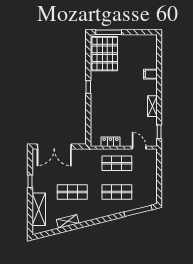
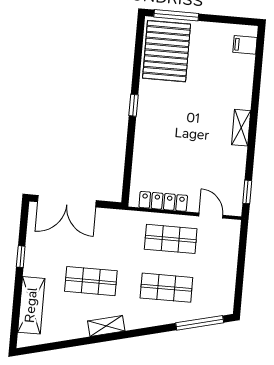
filing cabinet: (150, 74) -> (245, 45), moved
shelving: (152, 106) -> (241, 128), moved
locker: (110, 142) -> (163, 201), width x1.53
shelving: (68, 221) -> (106, 326), moved

